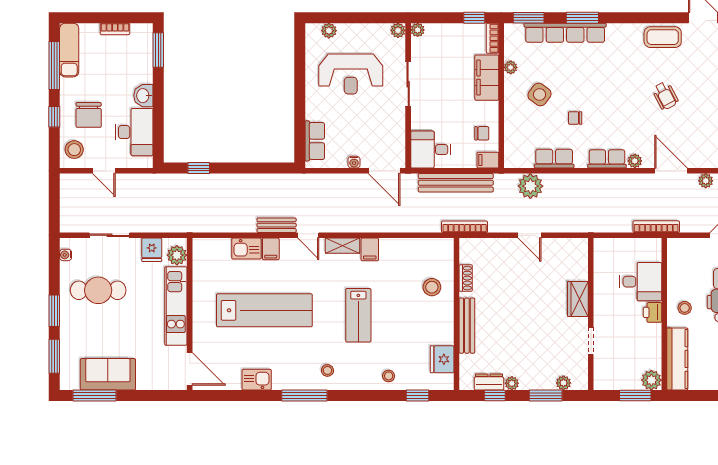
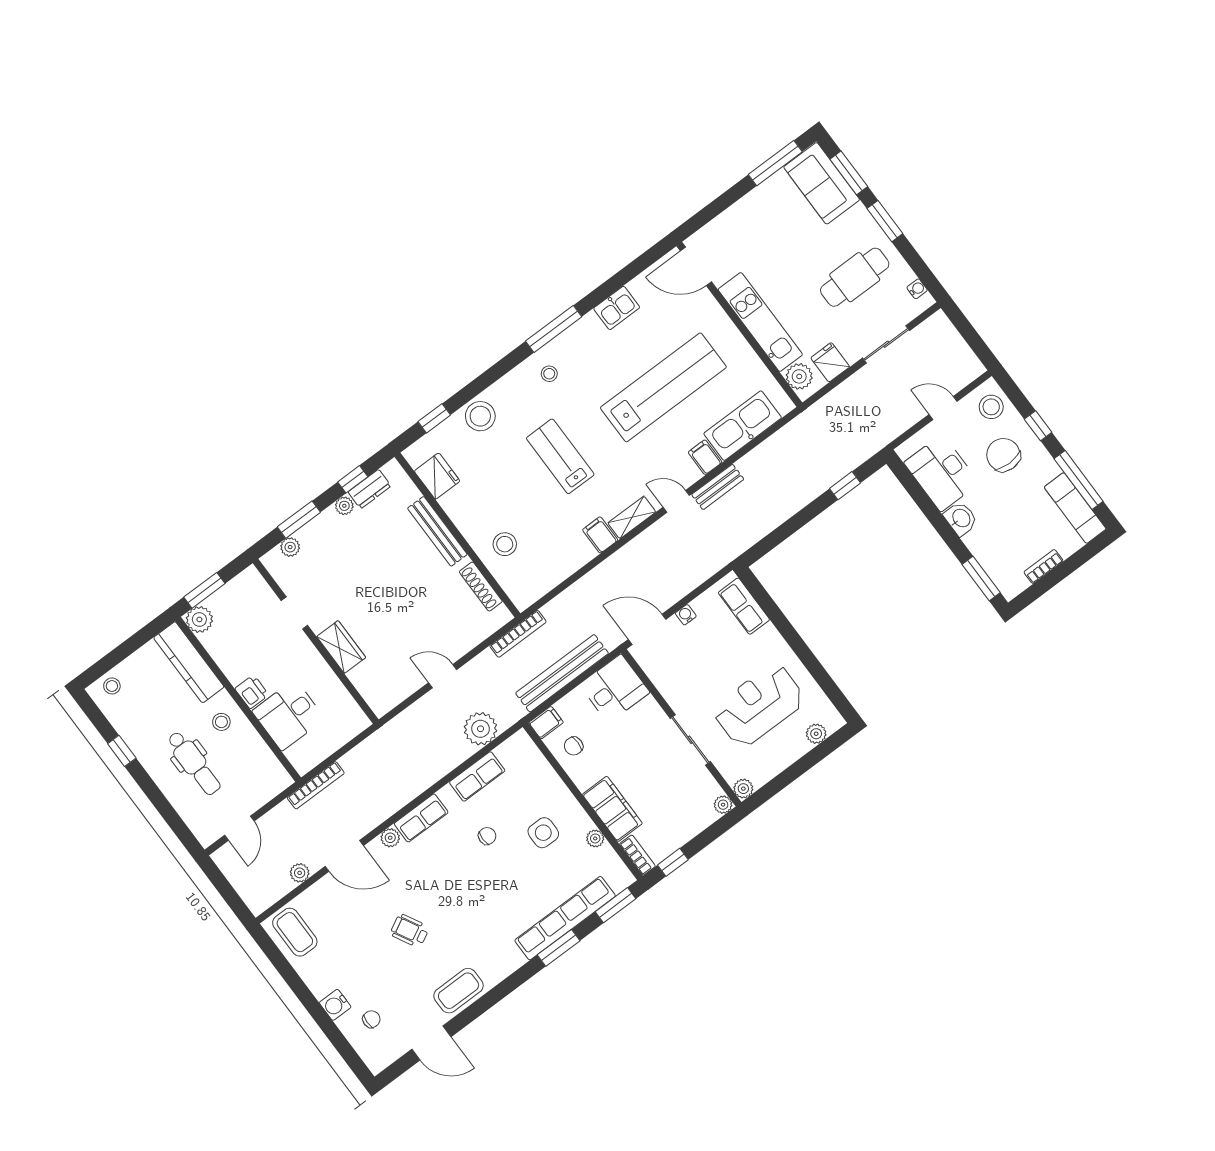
side table: (540, 94) -> (543, 833), turned -36
kitchen sink: (246, 249) -> (743, 426), width x1.88, depth x1.24
shoe rack: (466, 278) -> (481, 587), width x1.43
lab bench: (264, 310) -> (663, 387), turned 180
sofa: (108, 374) -> (822, 183), moved, turned 90
stool: (389, 376) -> (480, 416), width x1.89, depth x1.89

